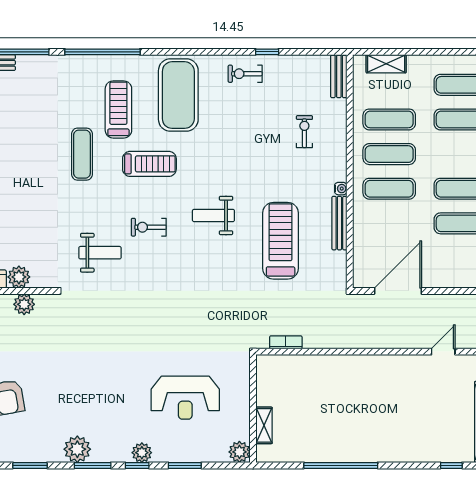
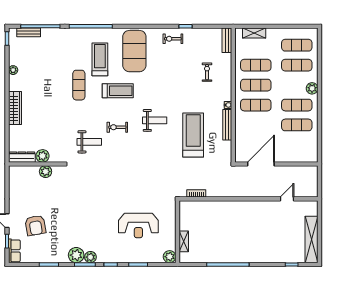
weight bench: (213, 215) -> (155, 120), turned 180
plant: (142, 453) -> (90, 257), moved

